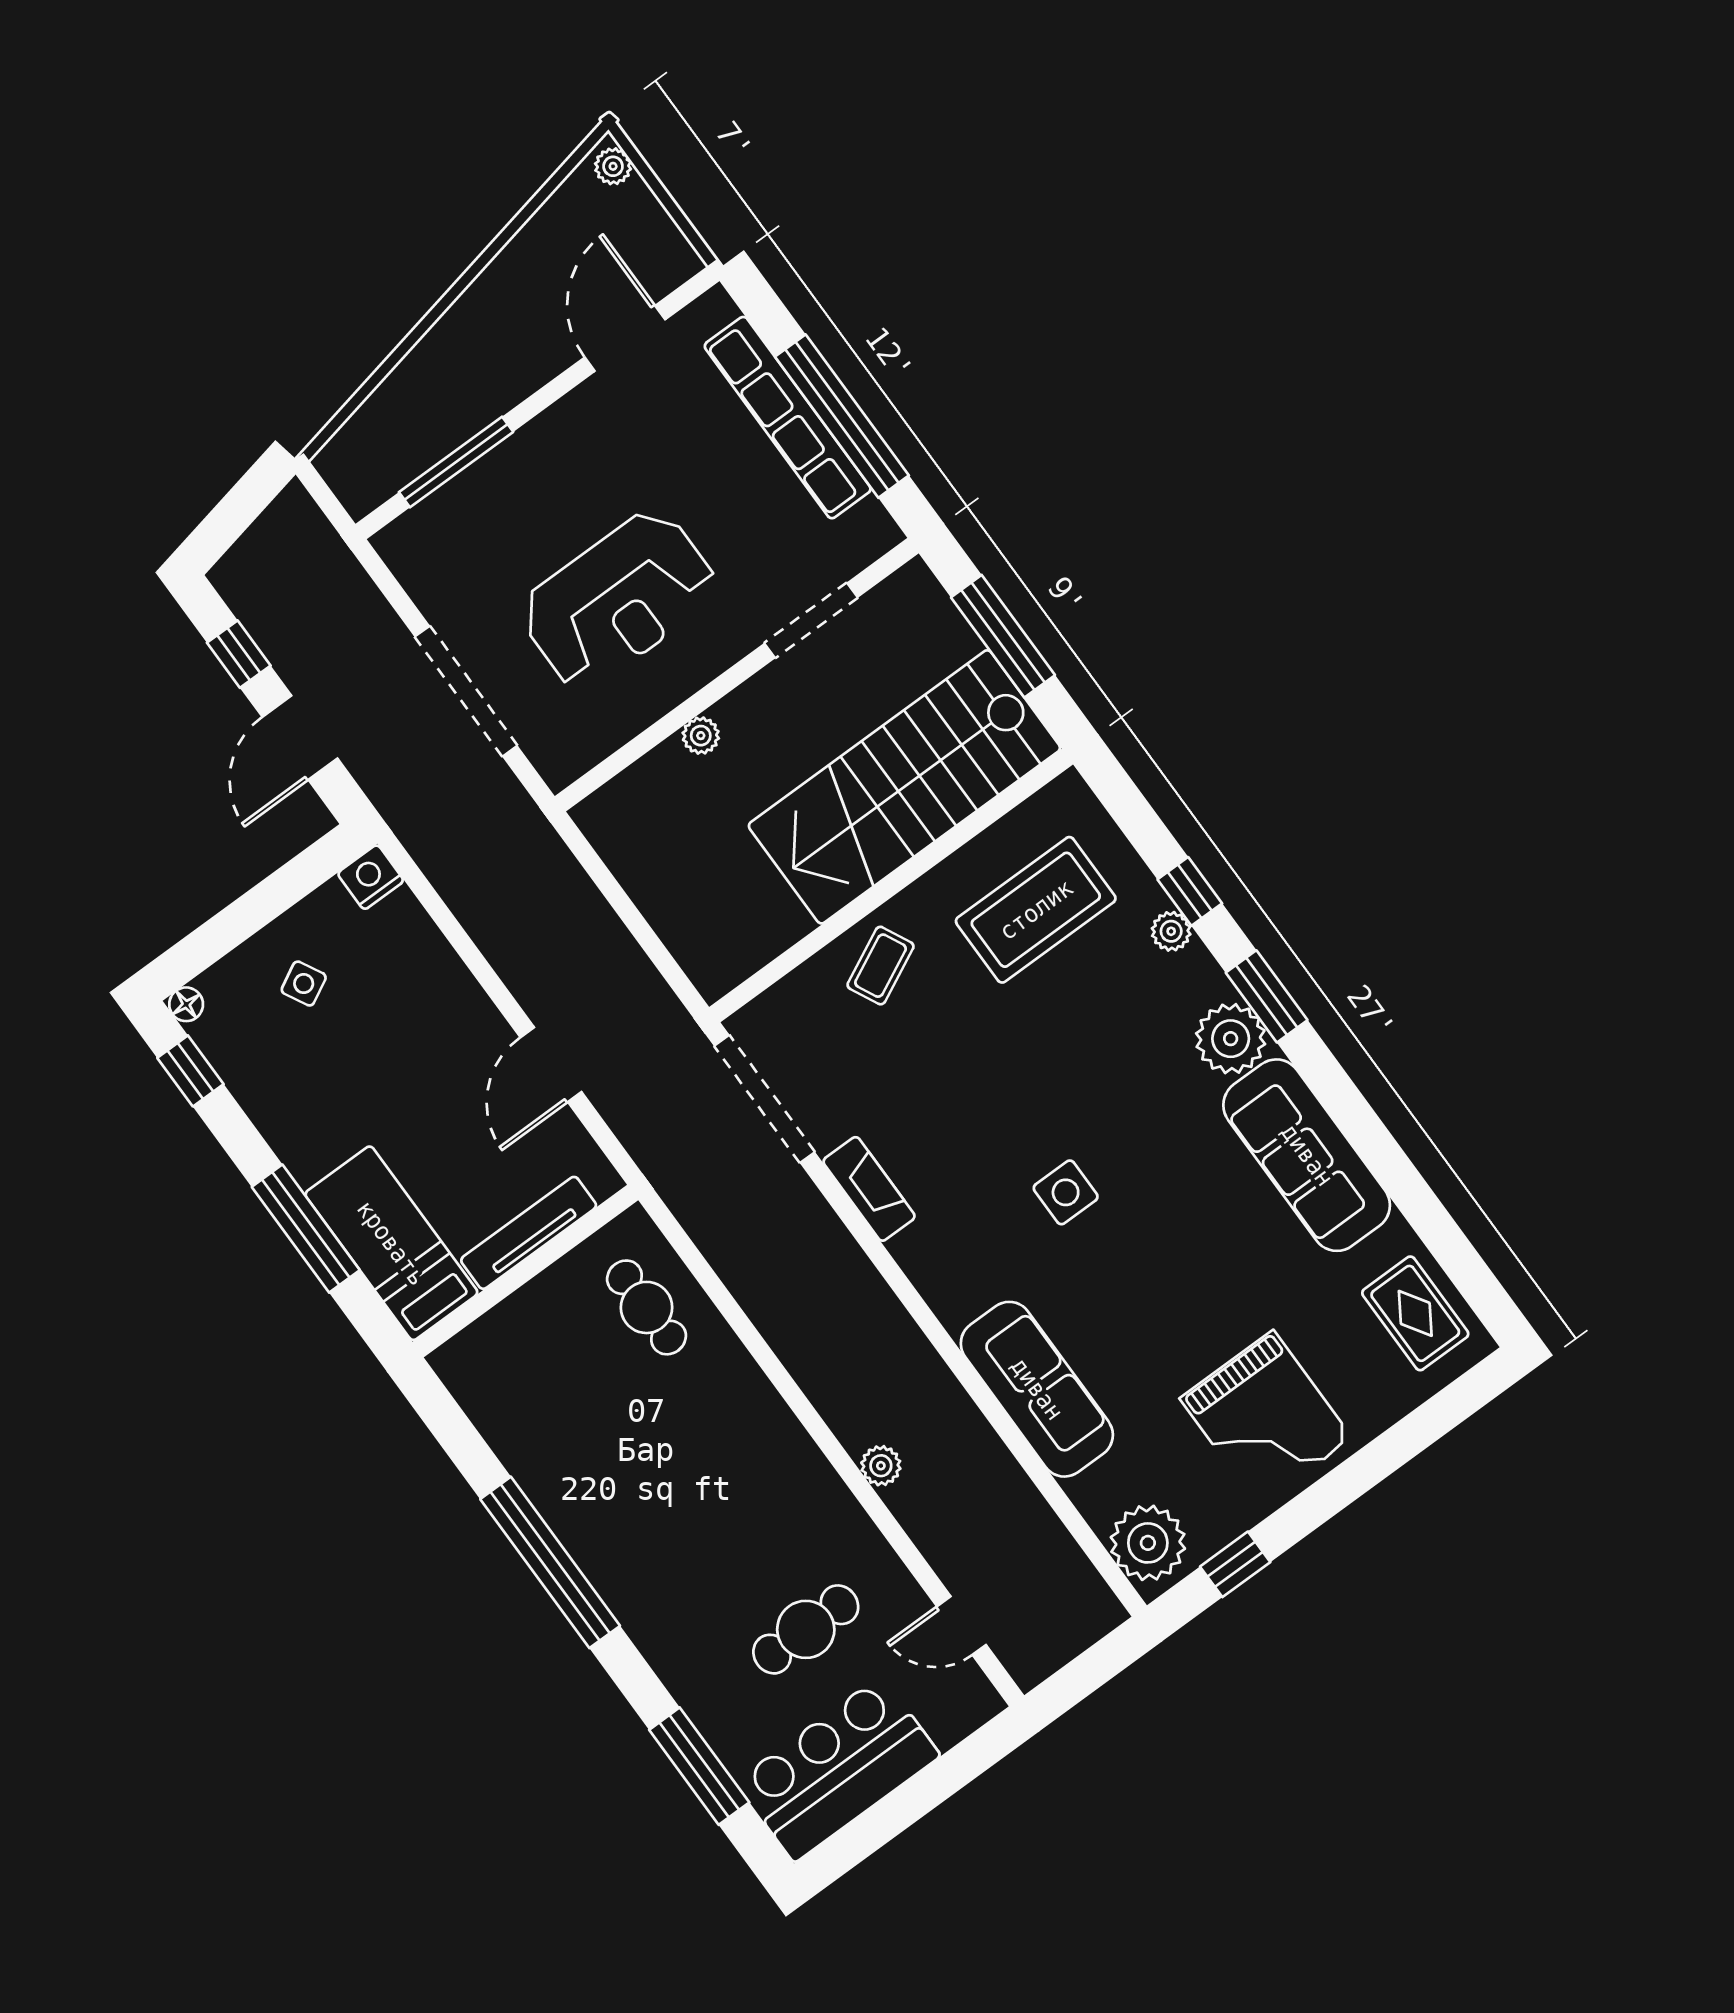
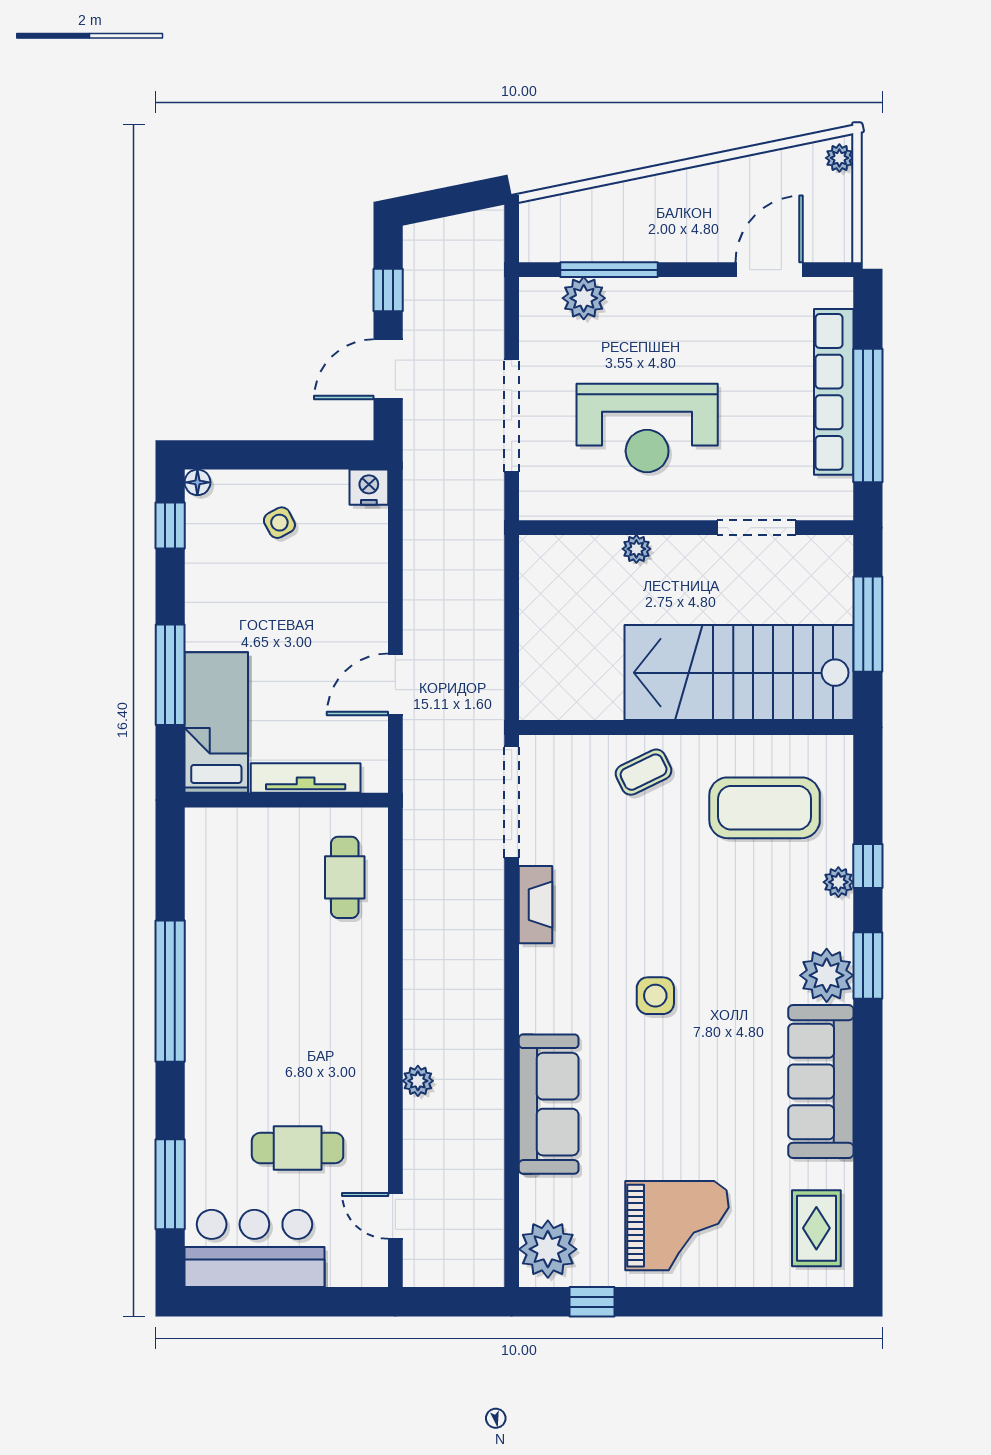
plant: (451, 512) -> (584, 298), added
grand piano: (1266, 1418) -> (677, 1226), turned -90

